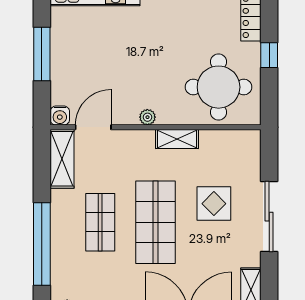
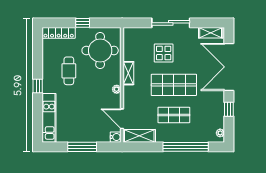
cafe table: (181, 30) -> (69, 71), added

